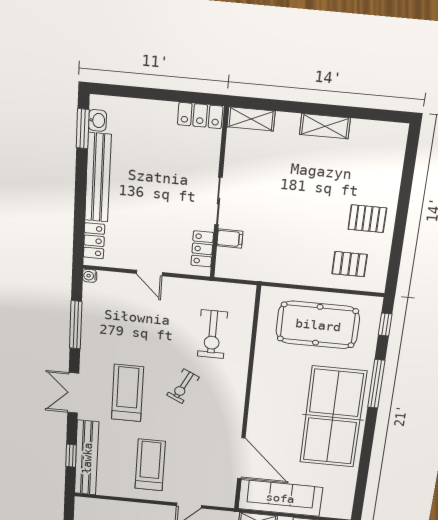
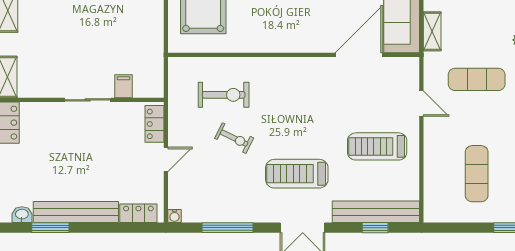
window: (83, 129) -> (50, 228), moved
locker: (202, 249) -> (154, 124), moved, turned 90
exercise bike: (183, 386) -> (234, 138), moved

